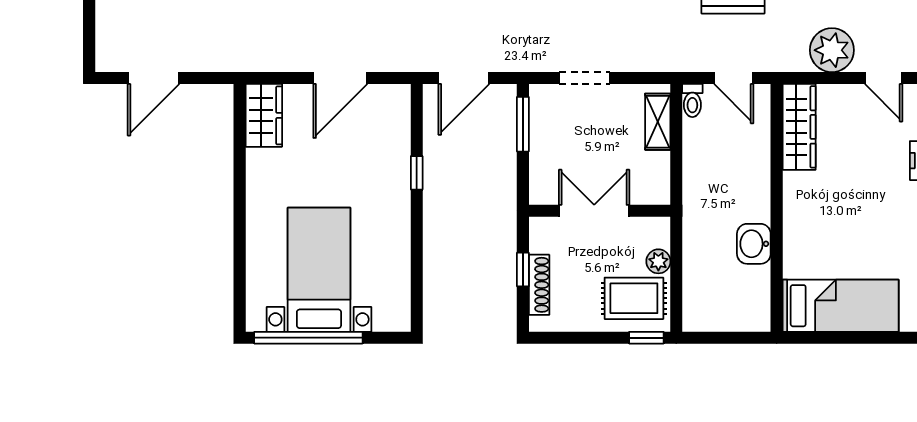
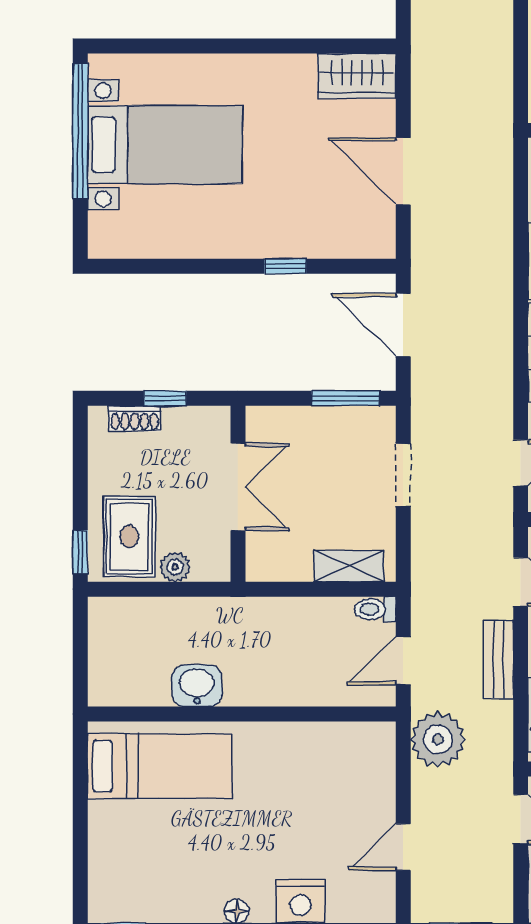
plant: (832, 50) -> (438, 739), moved
wardrobe: (799, 127) -> (342, 742), removed
shoe rack: (539, 285) -> (135, 418), width x0.70
bed: (841, 306) -> (160, 766), moved, turned -90

